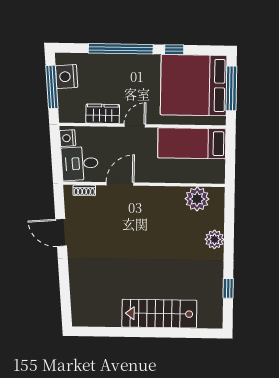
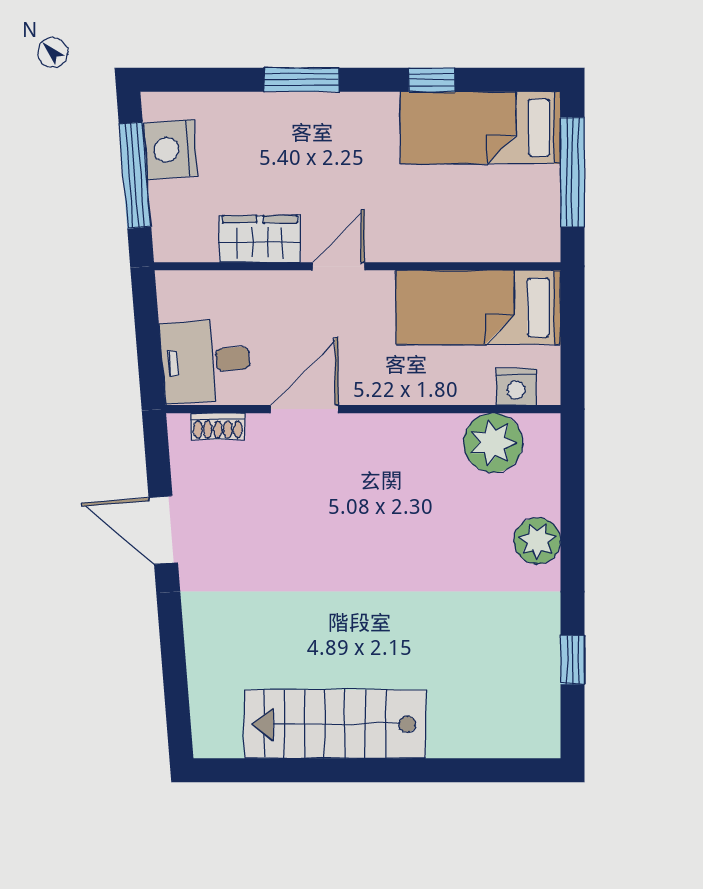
window: (121, 49) -> (301, 80), width x0.47
bed: (194, 85) -> (480, 128), width x0.49
nightstand: (68, 138) -> (516, 387), moved, turned -85
stairs: (159, 314) -> (335, 724), moved

